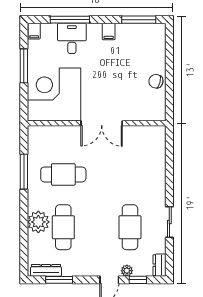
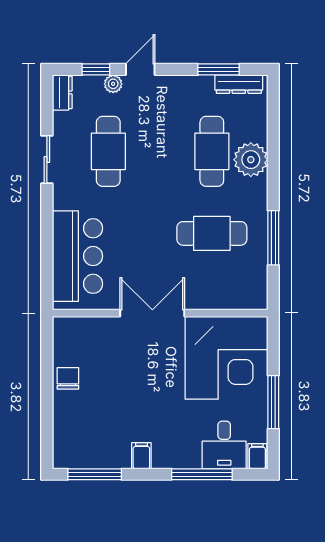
desk: (72, 38) -> (224, 445), moved
chair: (156, 81) -> (68, 378), turned -105
bar counter: (150, 160) -> (77, 256), added

